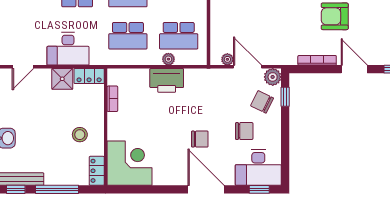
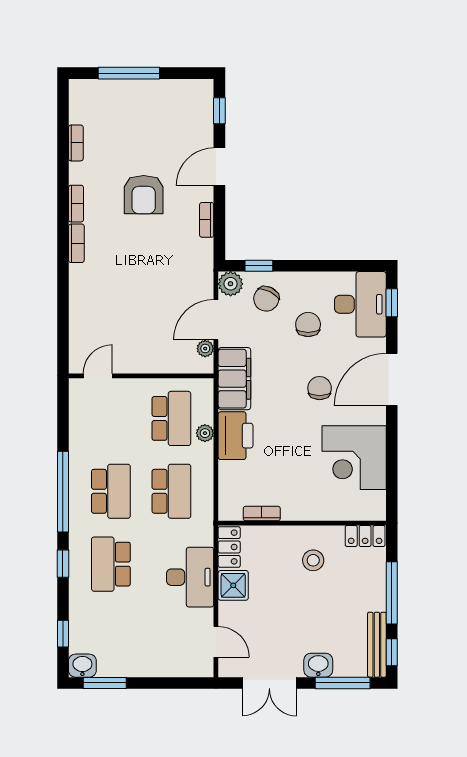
bookcase: (317, 60) -> (207, 220), width x0.64
filing cabinet: (206, 80) -> (234, 379), added
corner desk: (130, 163) -> (354, 458), moved, turned -90

